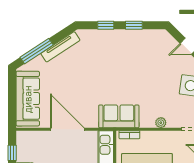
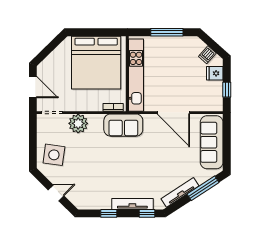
window: (106, 25) -> (147, 213), moved
tv unit: (109, 35) -> (132, 204), added
plant: (161, 123) -> (78, 123), width x1.88, depth x1.88

